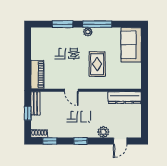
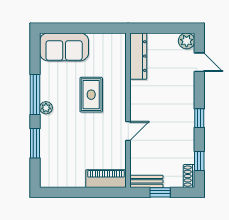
rug: (97, 64) -> (91, 95), turned 90
plant: (103, 132) -> (187, 41), moved

